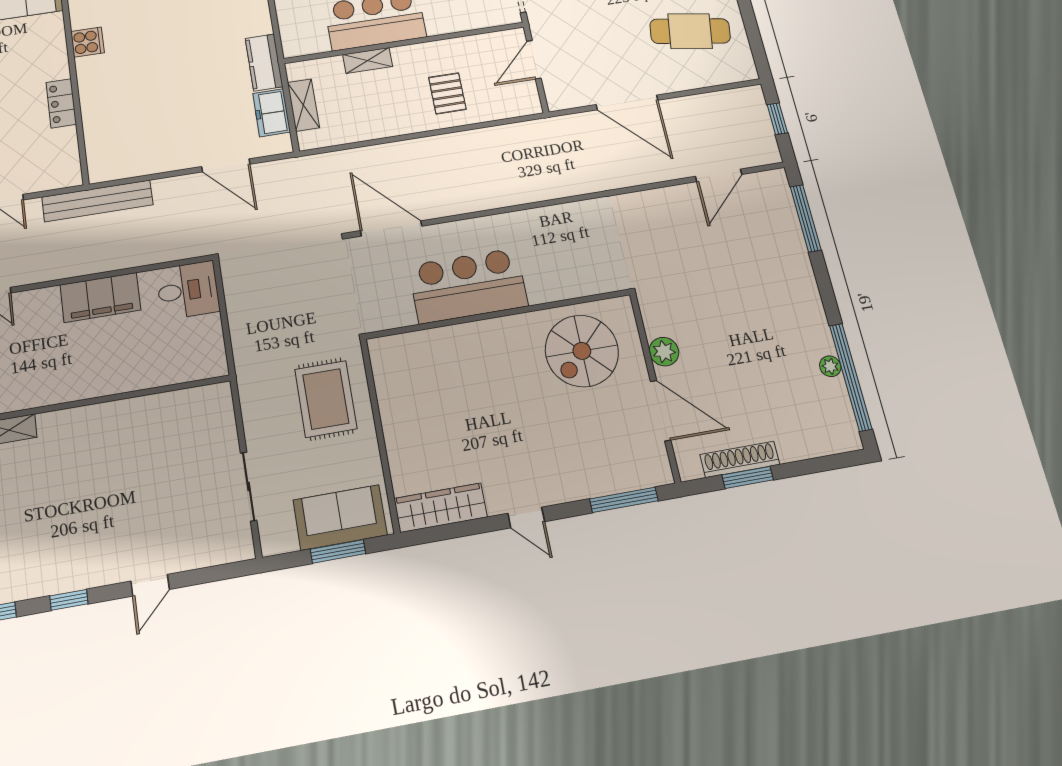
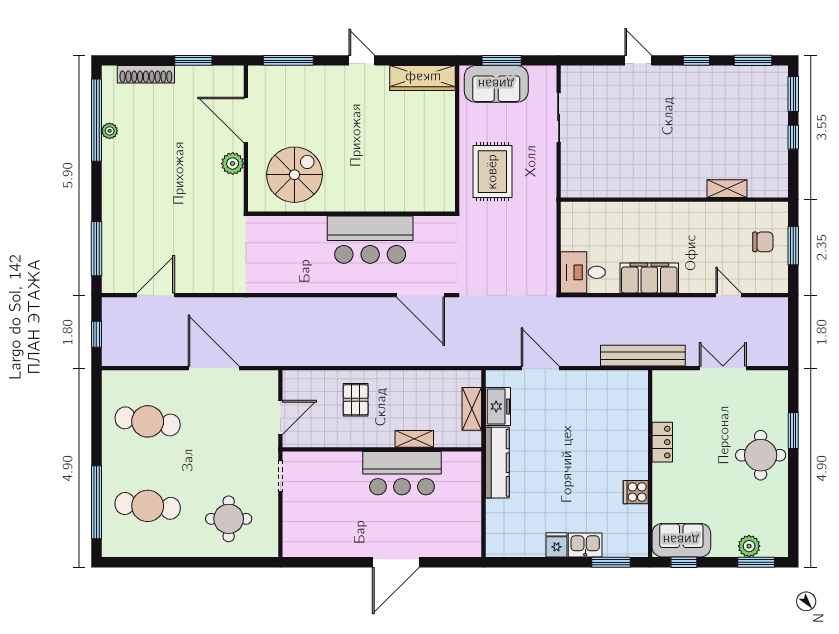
kitchen counter: (264, 62) -> (497, 463), width x1.50
shoe rack: (740, 459) -> (146, 74), moved
door: (150, 585) -> (638, 60), hinge flipped

